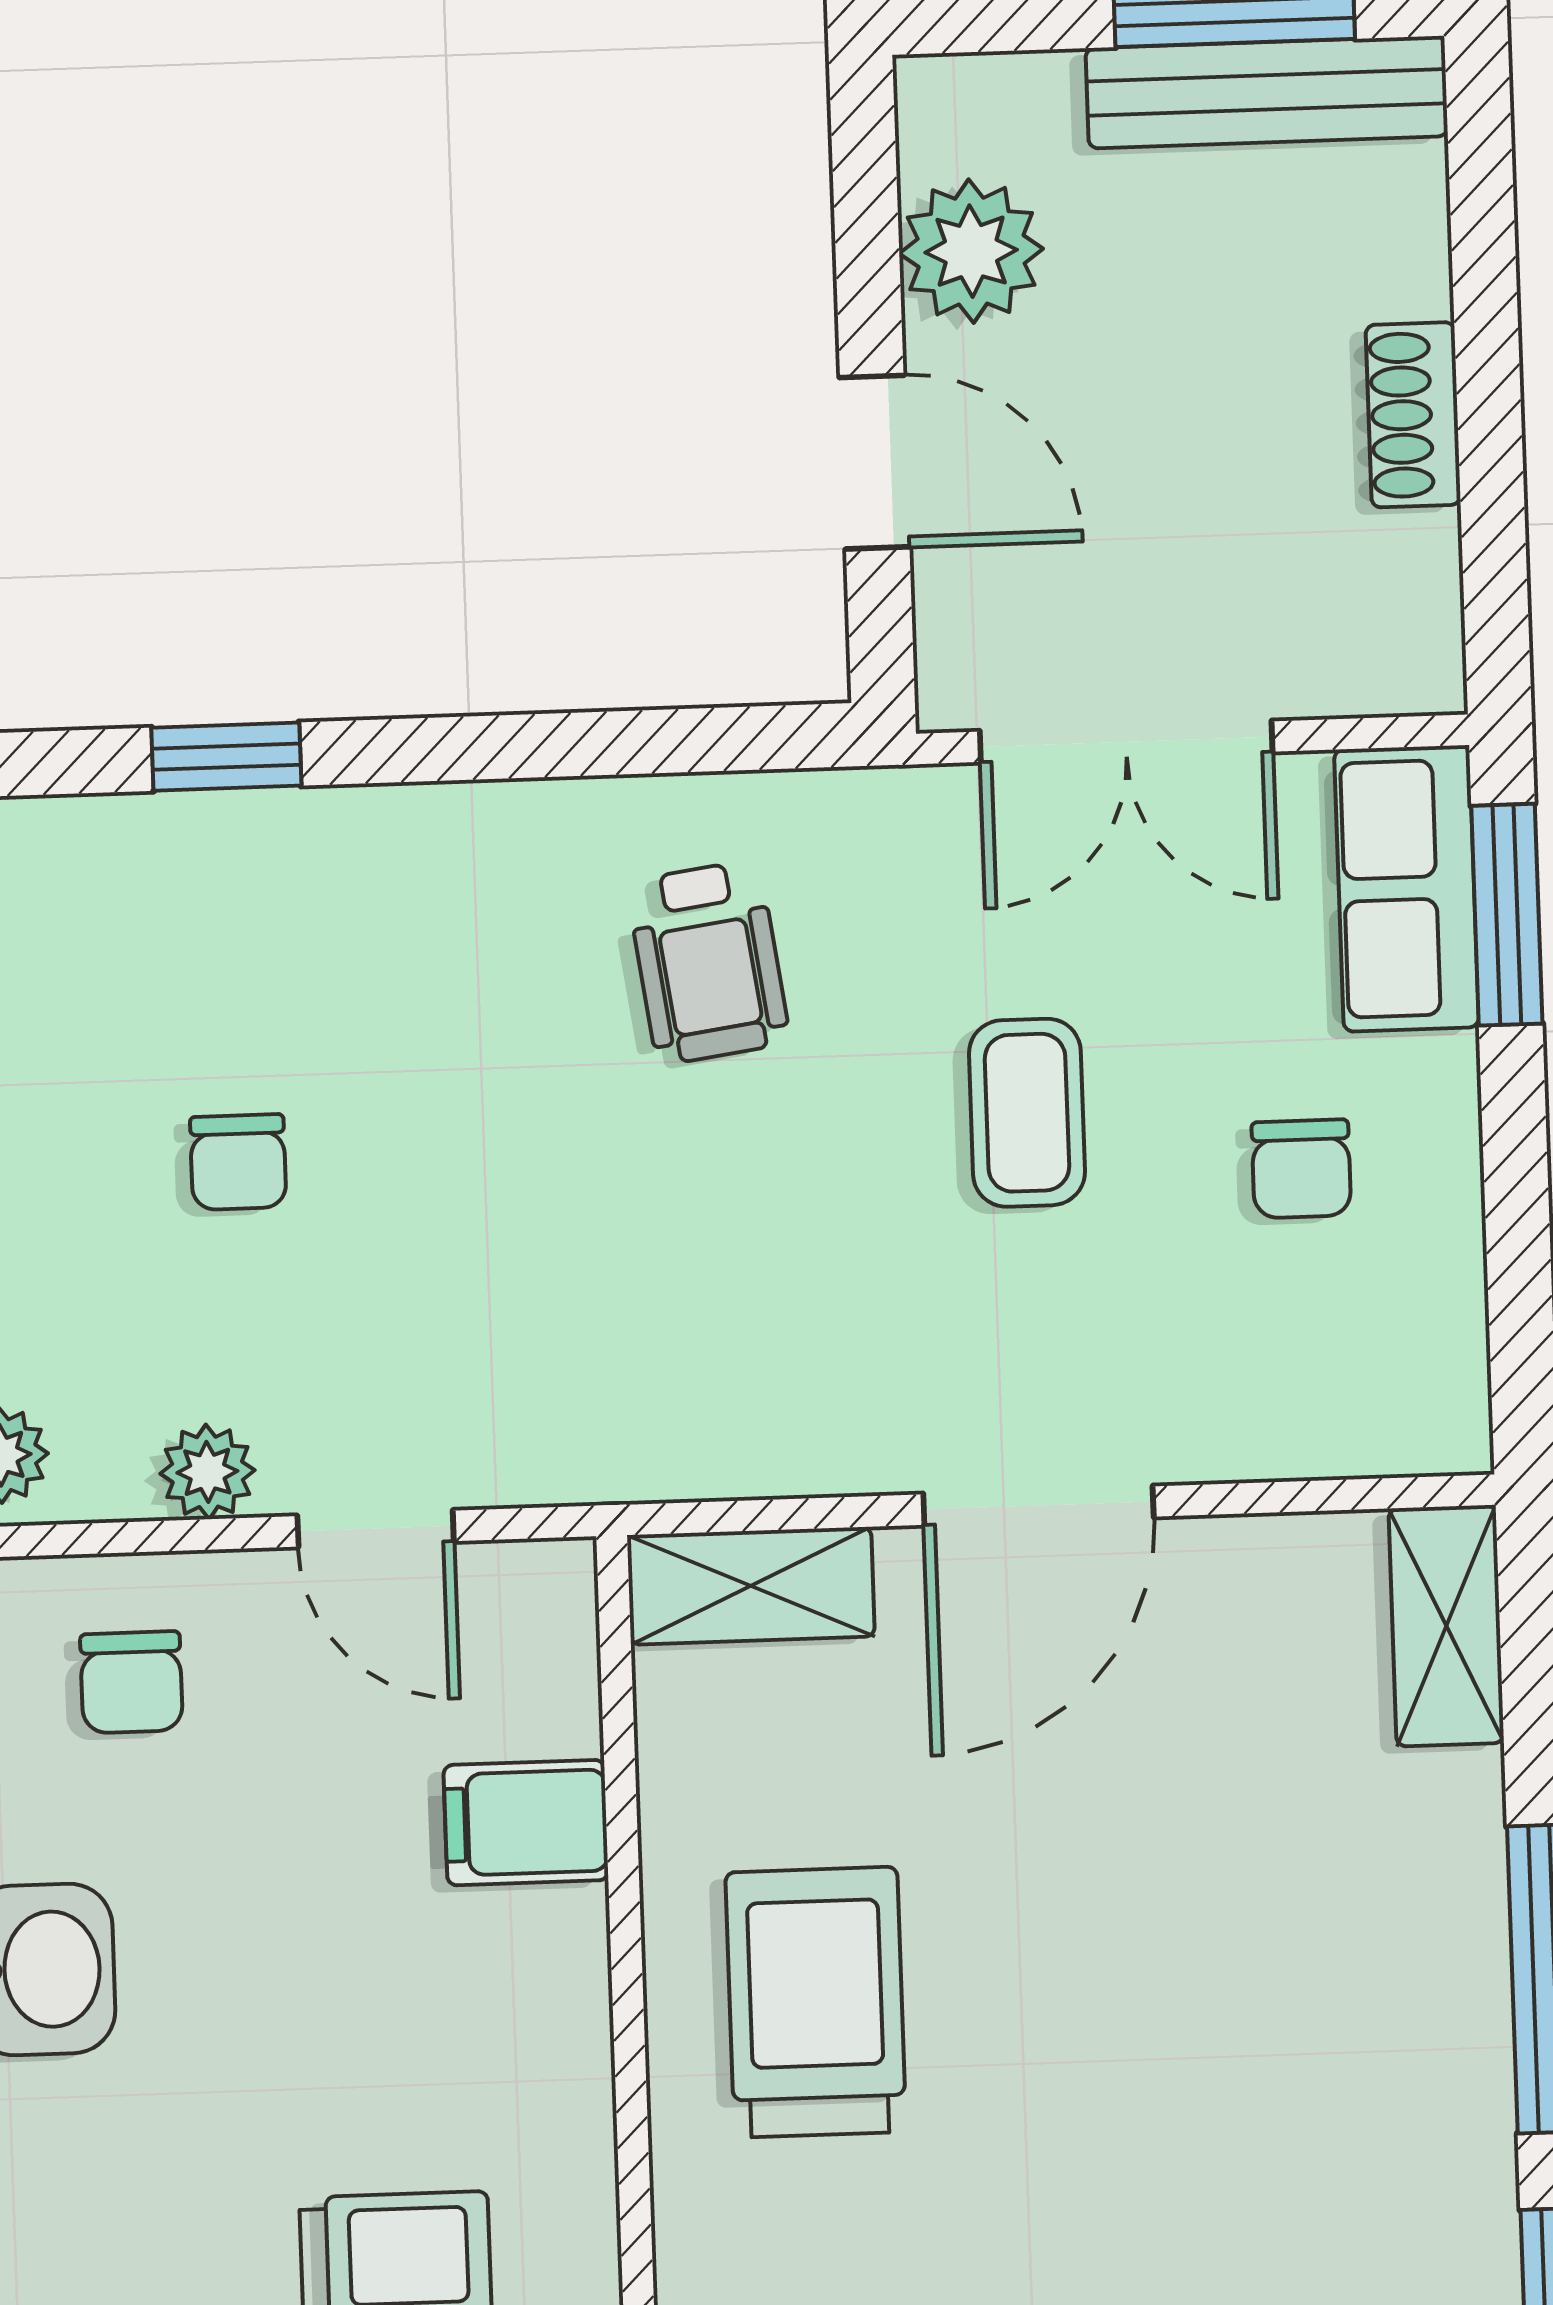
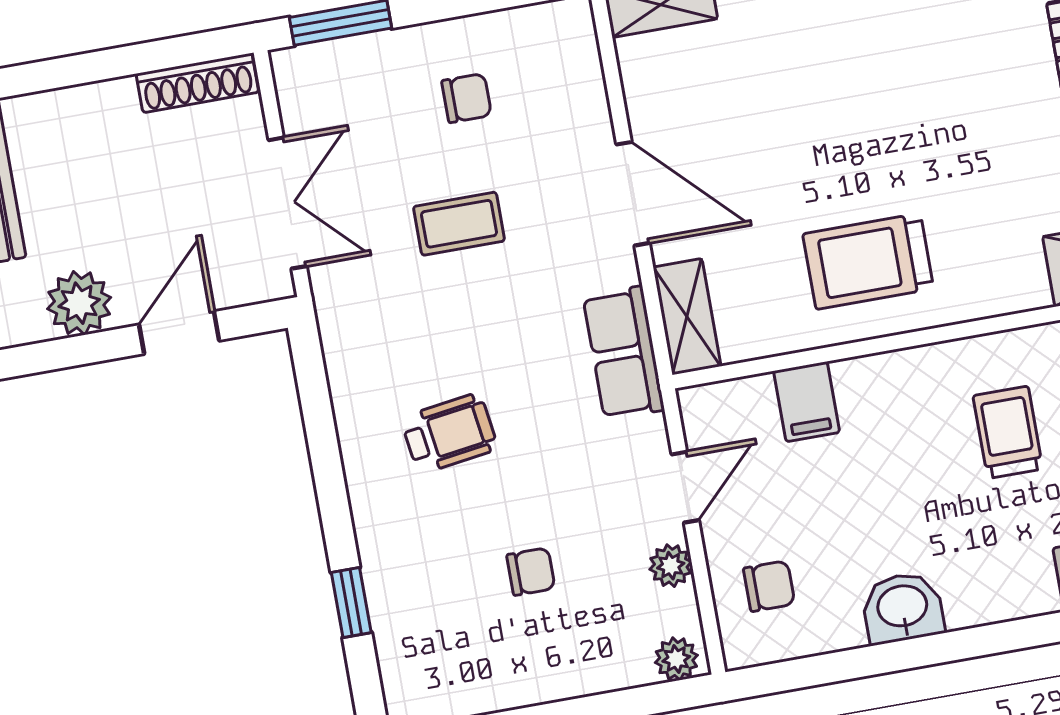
shoe rack: (1413, 415) -> (197, 83), moved, width x1.43
row of seats: (1407, 888) -> (624, 353), moved, turned 90
wheelchair: (708, 962) -> (449, 433), moved

